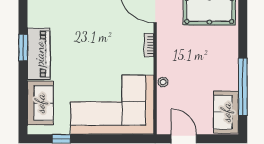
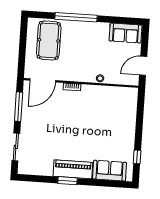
window: (243, 87) -> (76, 17), moved
corner sofa: (112, 105) -> (114, 117), removed

